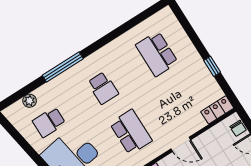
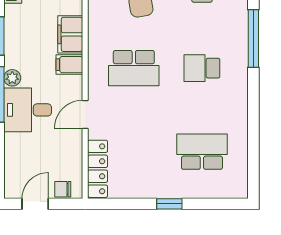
window: (212, 66) -> (169, 204), moved
locker: (217, 110) -> (98, 169), width x1.53

